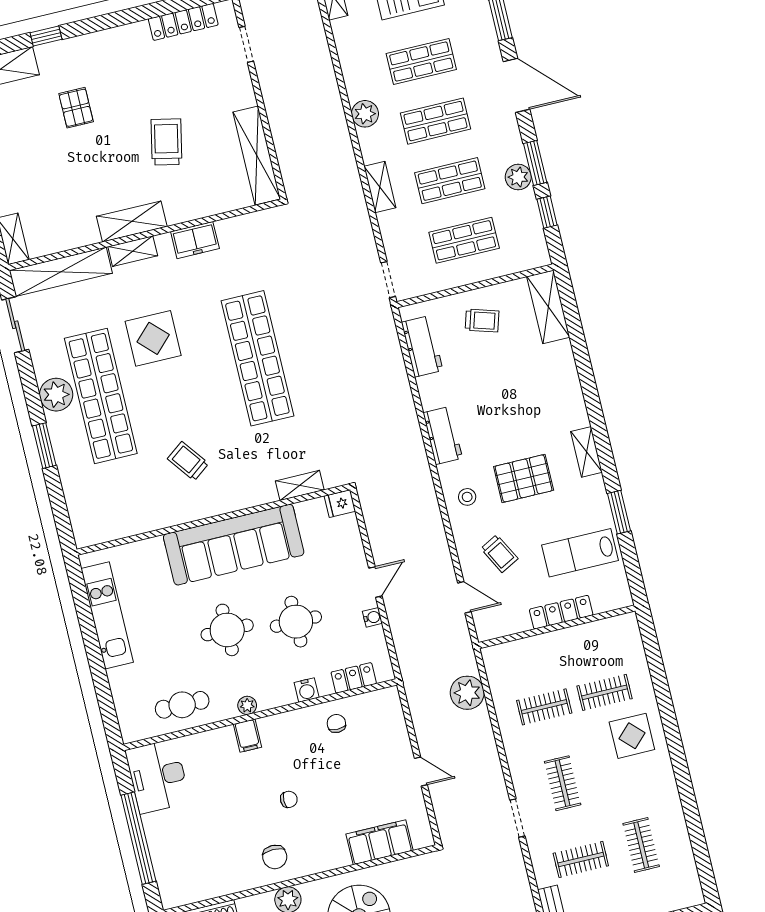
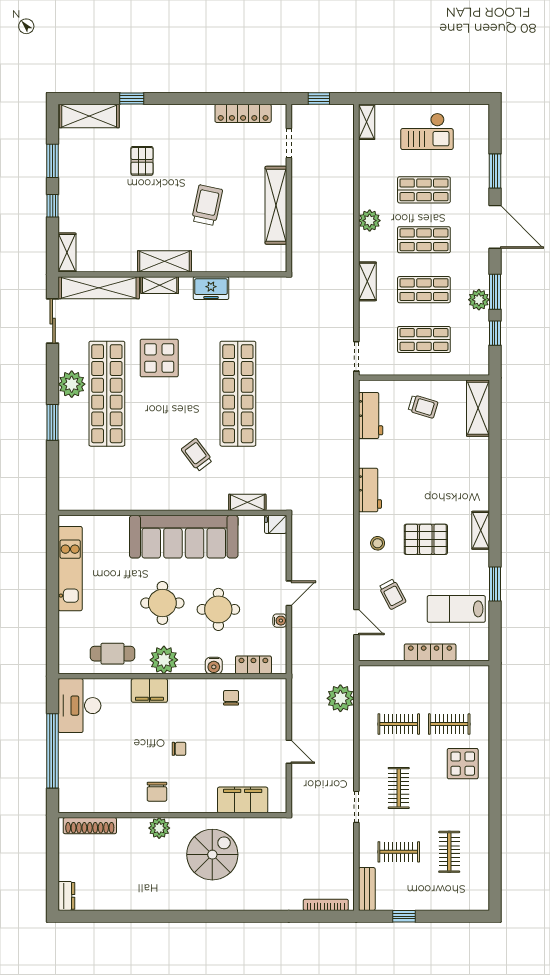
shelving: (257, 155) -> (276, 205), moved
trolley: (188, 461) -> (197, 455), moved
plant: (247, 705) -> (164, 660), width x1.88, depth x1.88
filing cabinet: (247, 736) -> (149, 690), width x2.00

